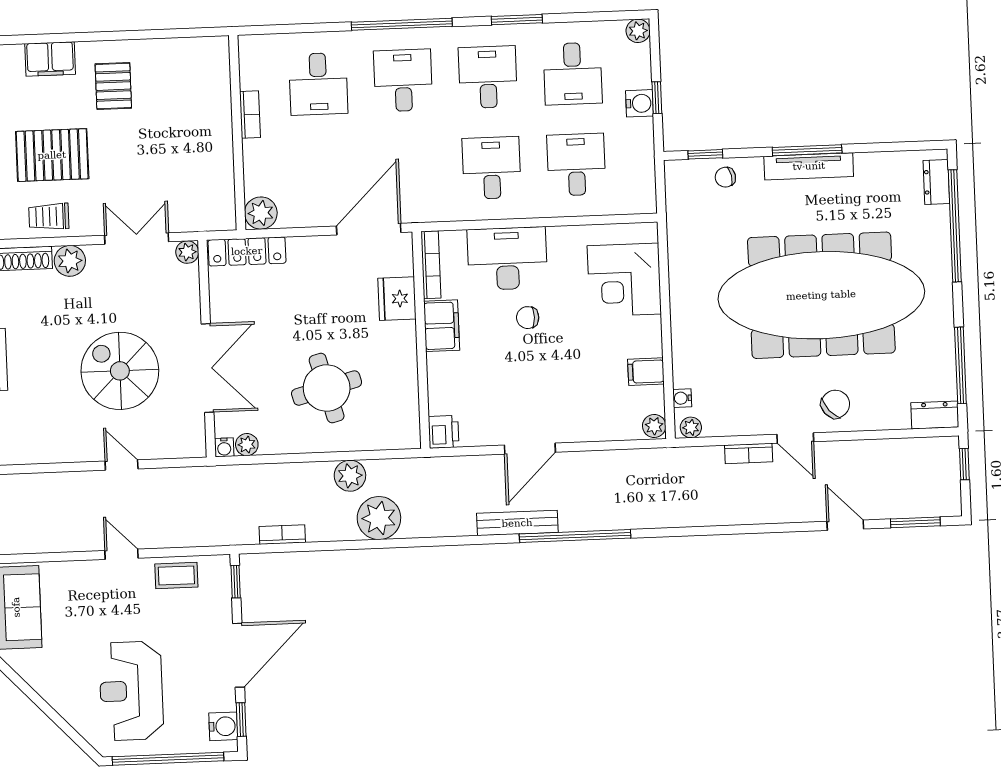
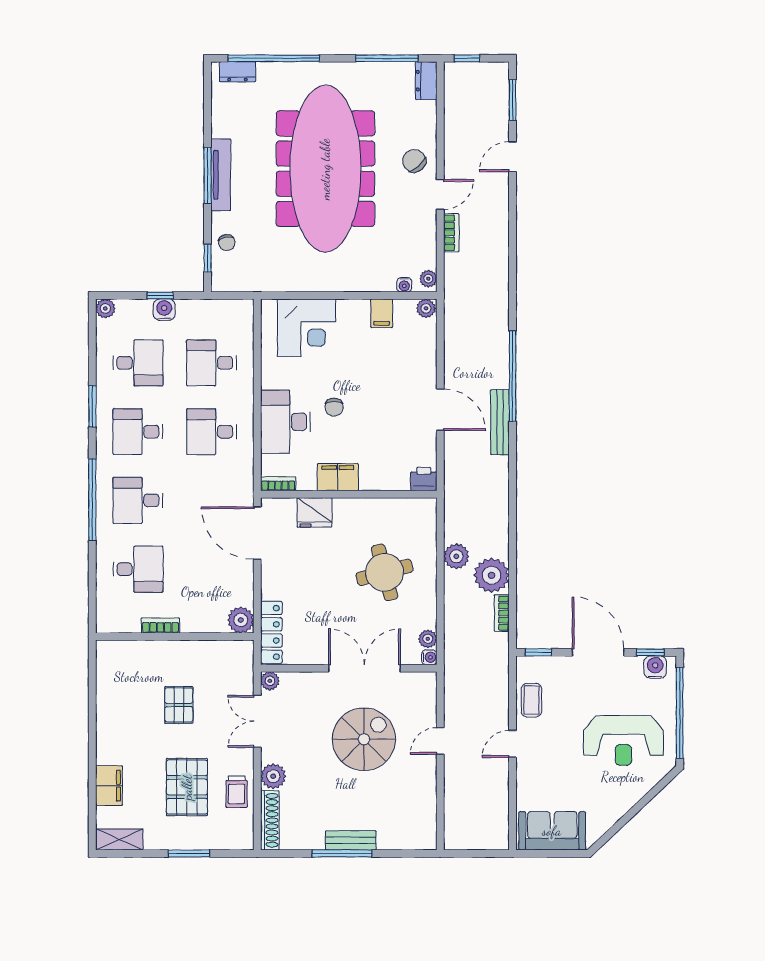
pallet: (113, 86) -> (179, 705), moved, turned 90
bookcase: (431, 265) -> (278, 484), width x0.64
spiral stairs: (120, 371) -> (364, 739), turned 180
plant: (379, 518) -> (492, 575), moved

